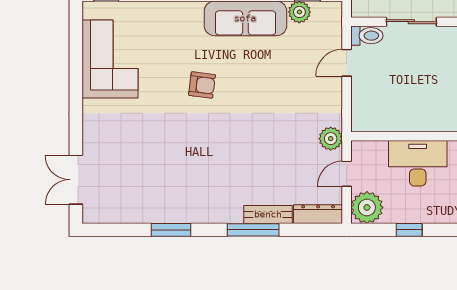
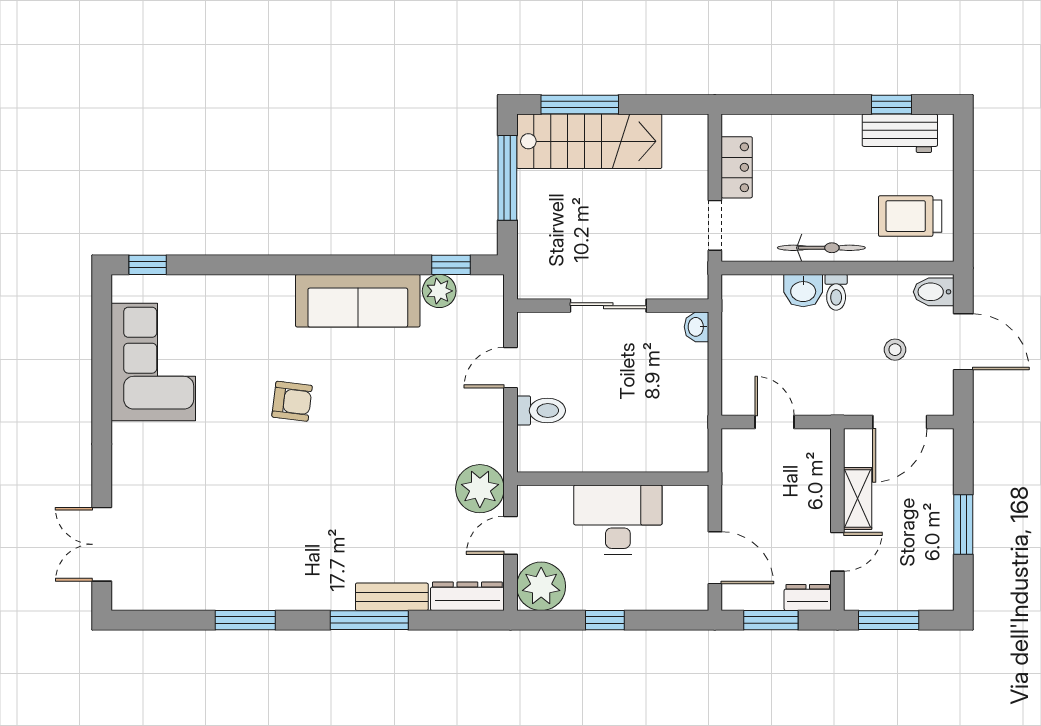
toilet: (367, 36) -> (541, 411), moved
plant: (331, 139) -> (480, 489), width x1.36, depth x1.36

